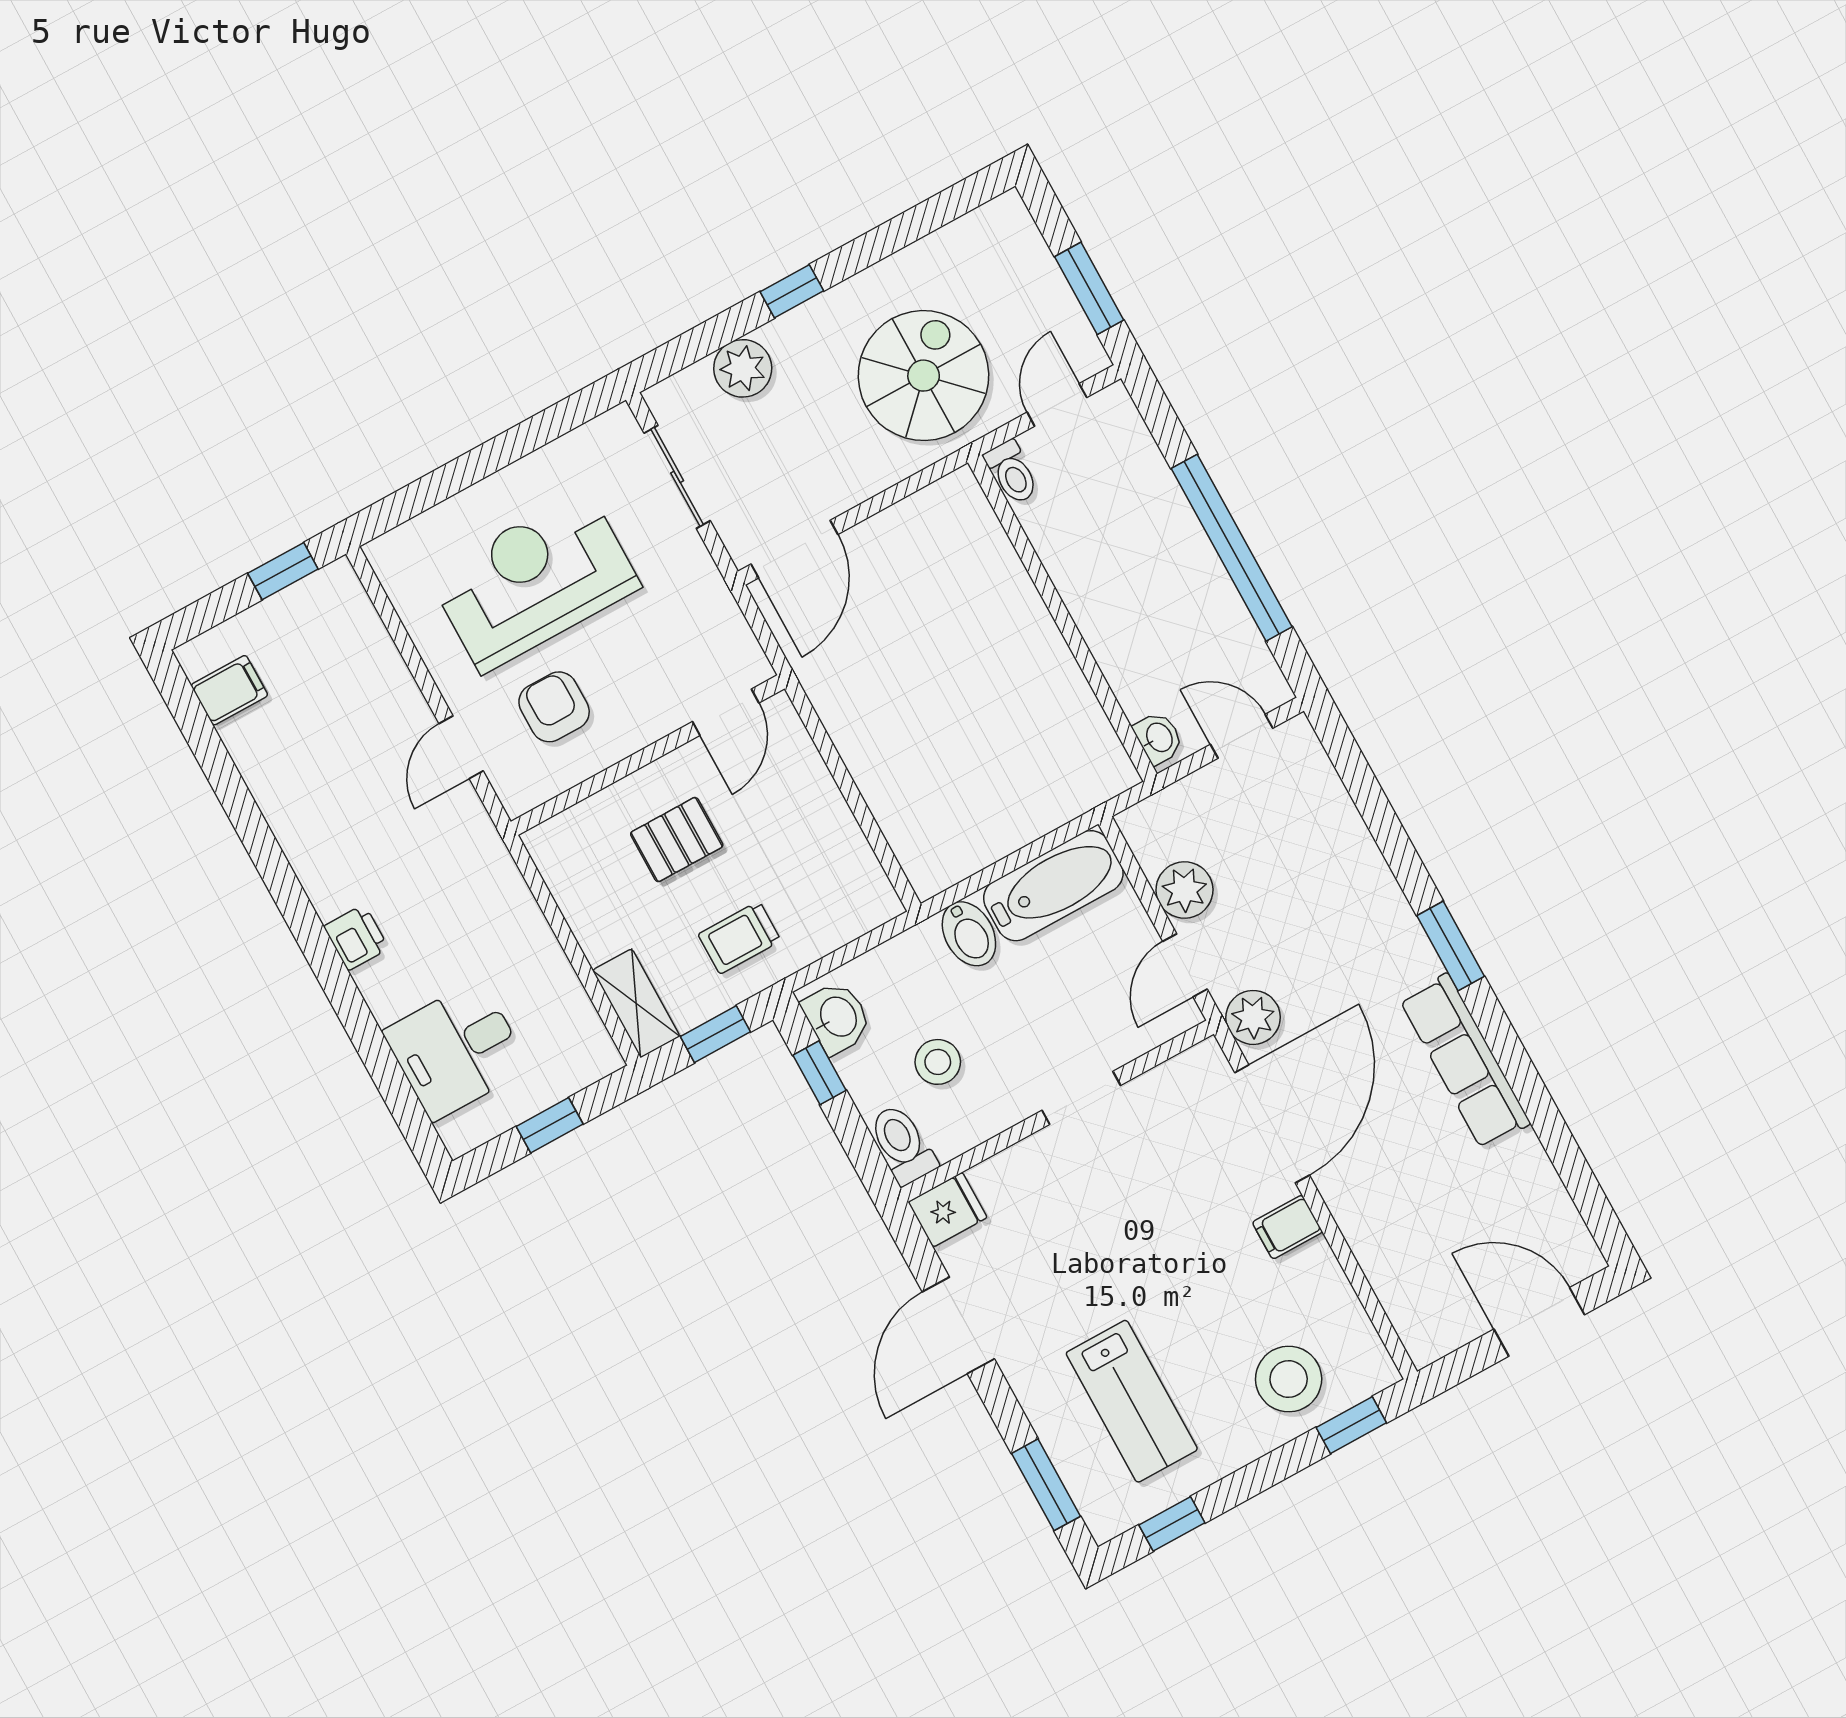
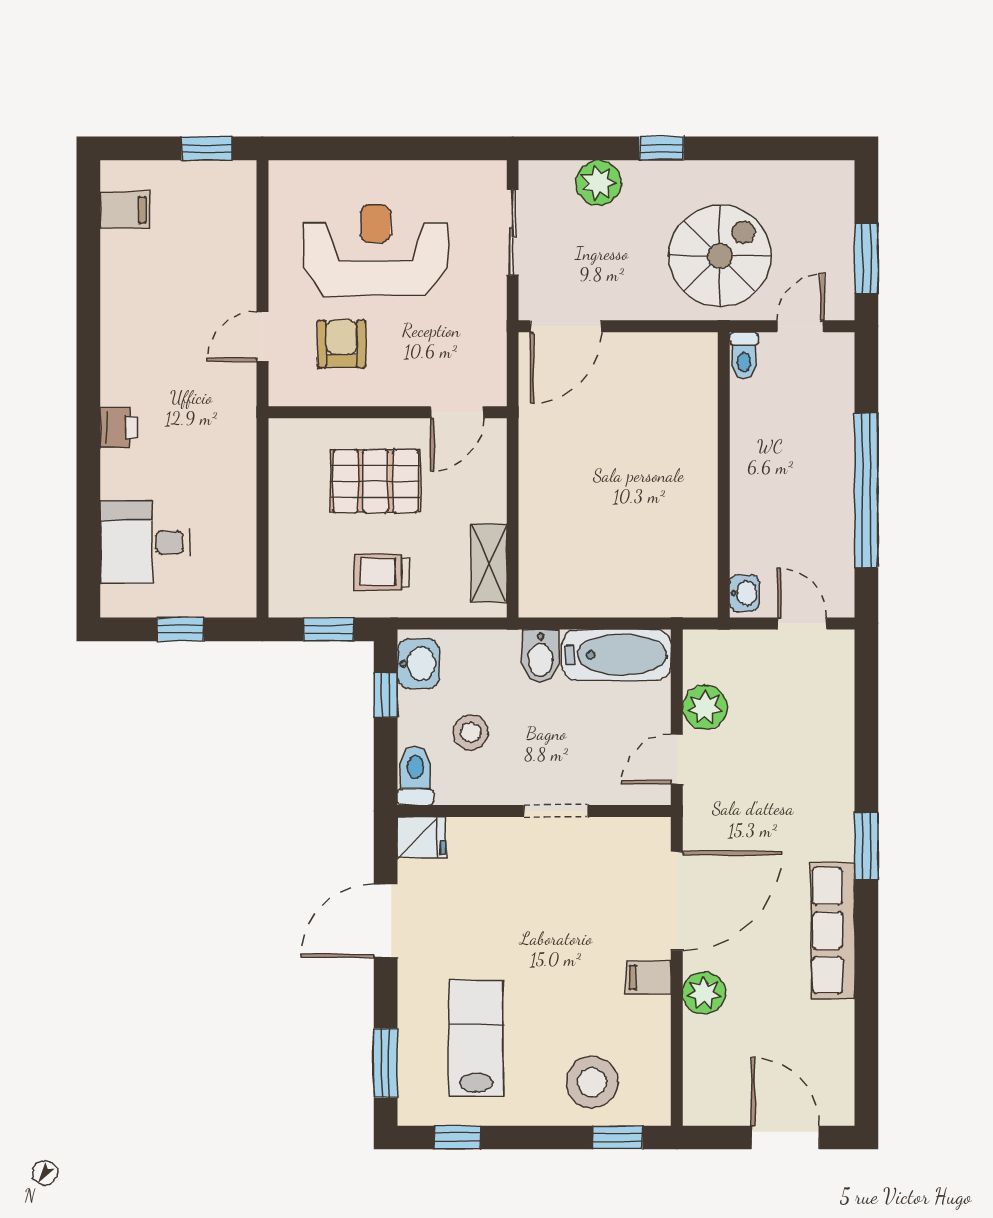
pallet: (677, 840) -> (376, 481), width x1.50, depth x1.42
shelving: (636, 1003) -> (489, 563), moved
plant: (1253, 1017) -> (704, 993), moved
lab bench: (1132, 1401) -> (476, 1038), turned 180

